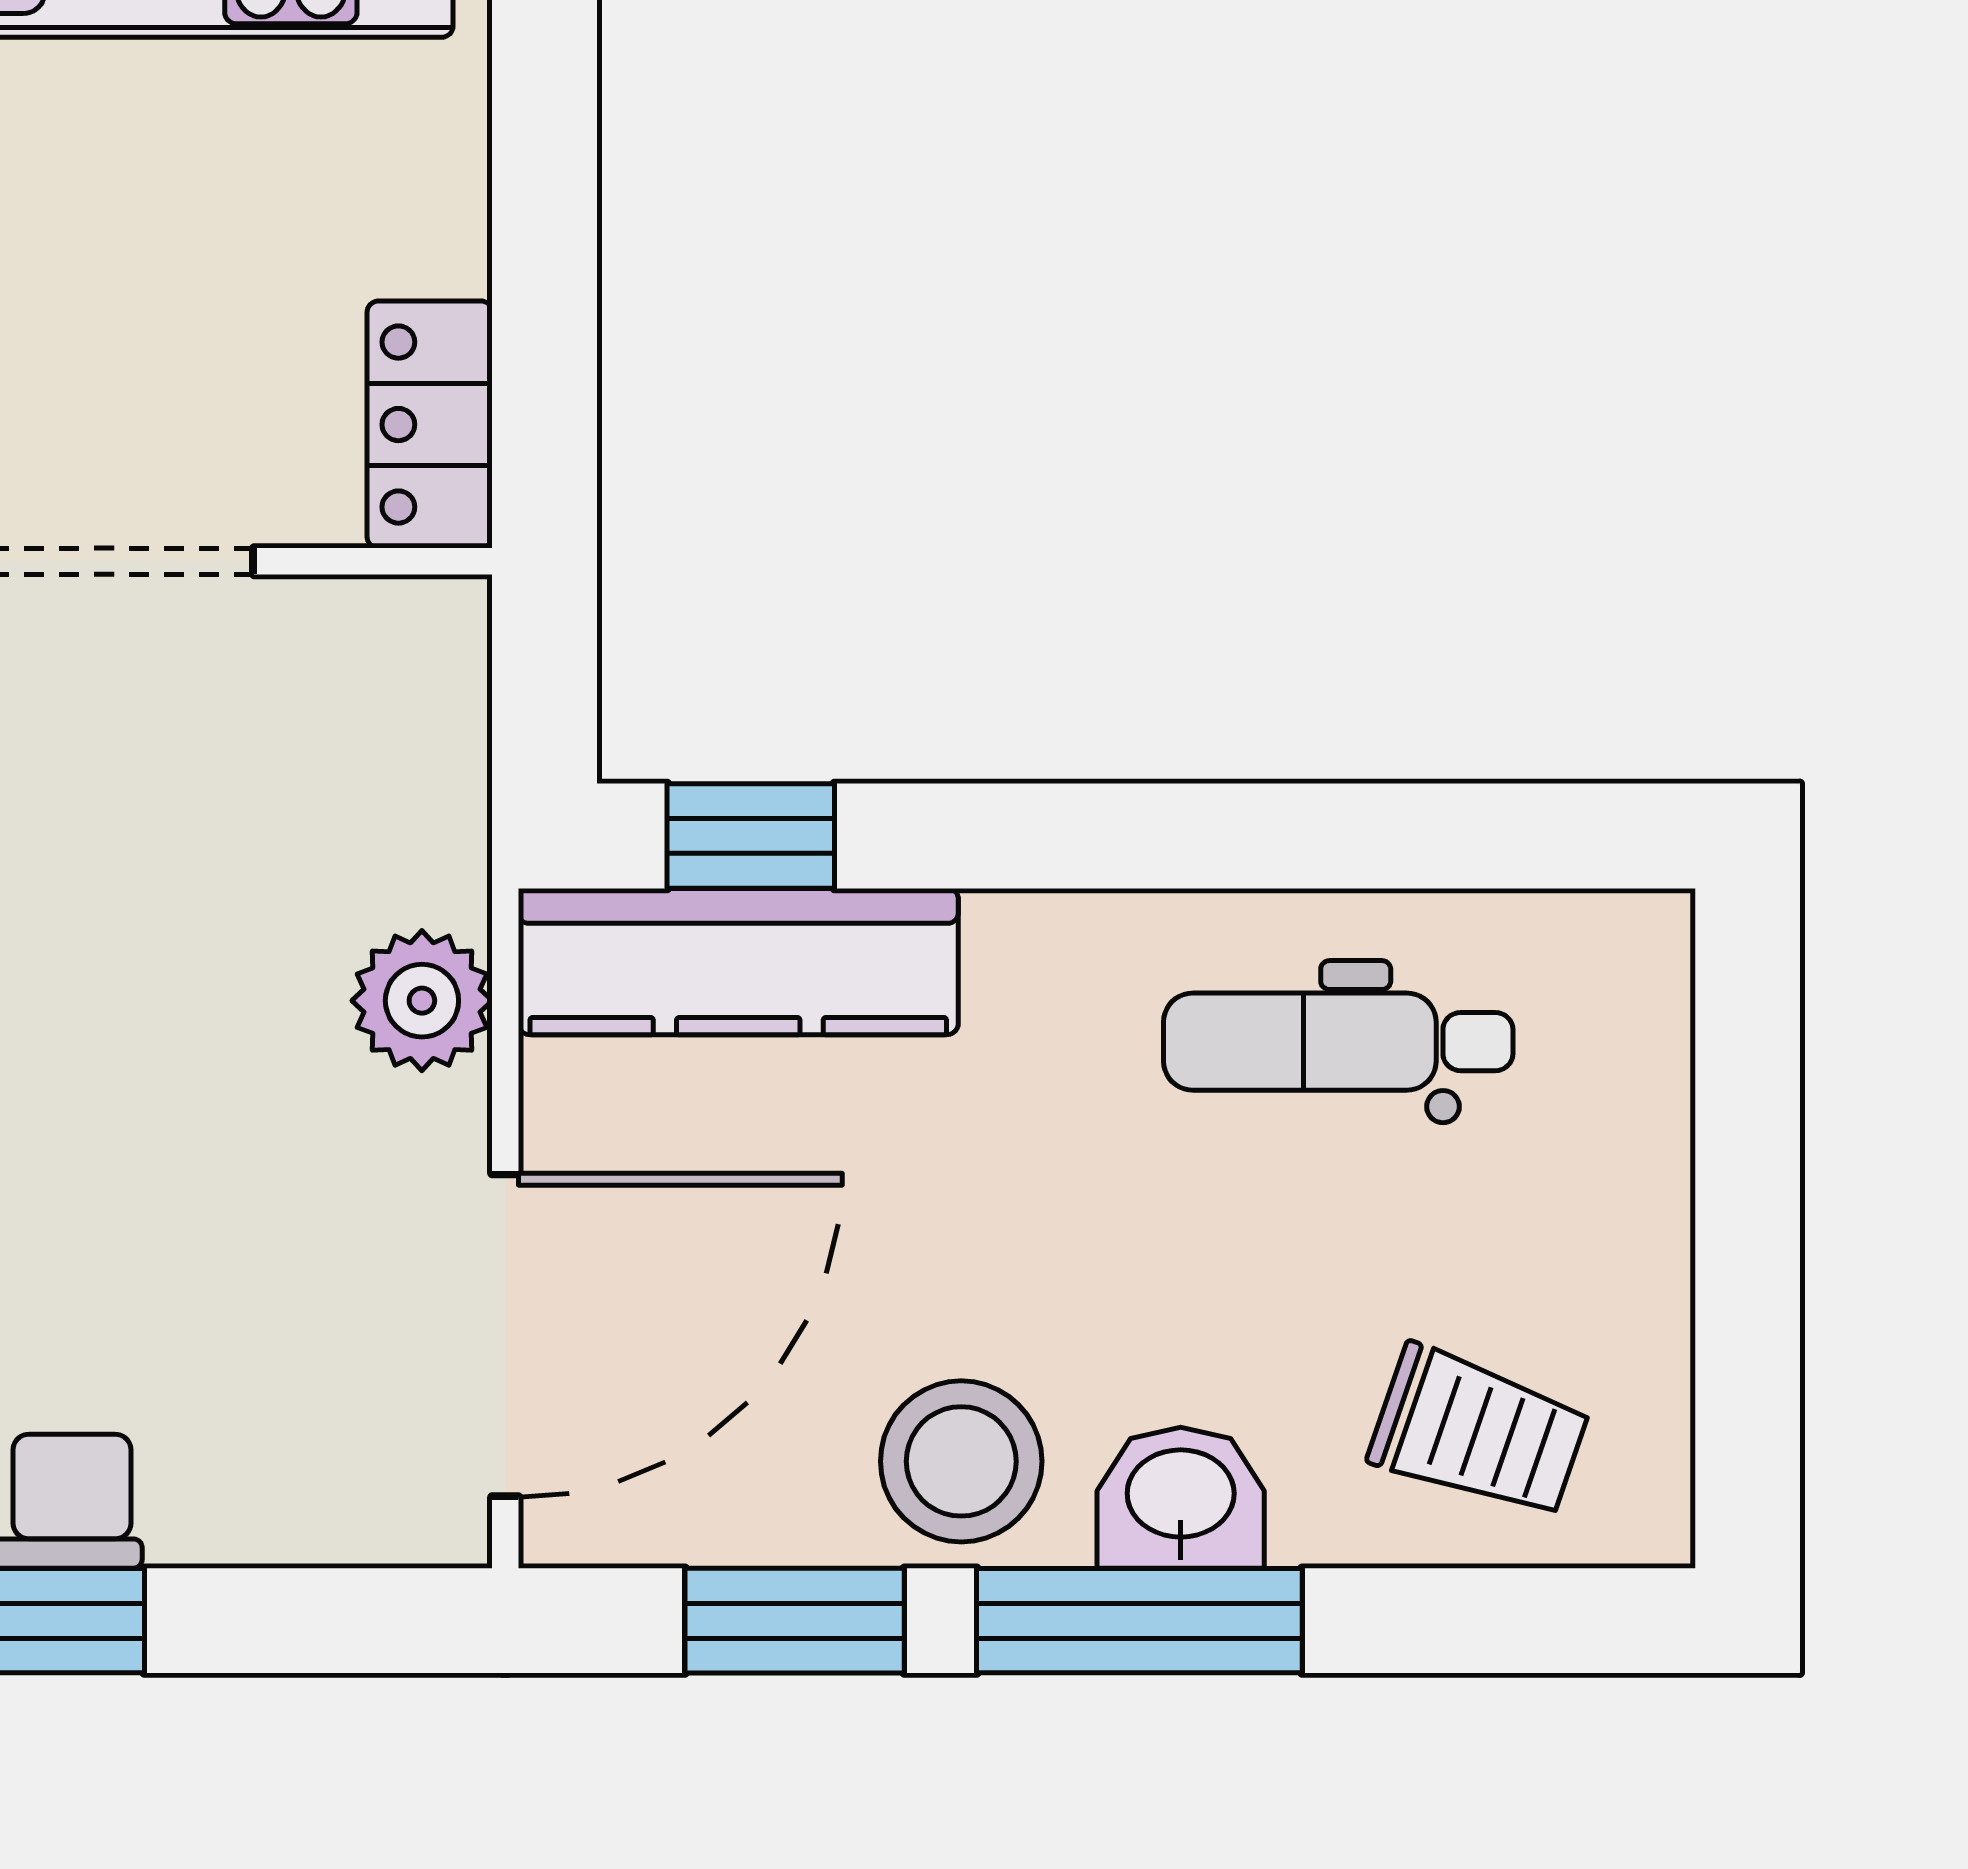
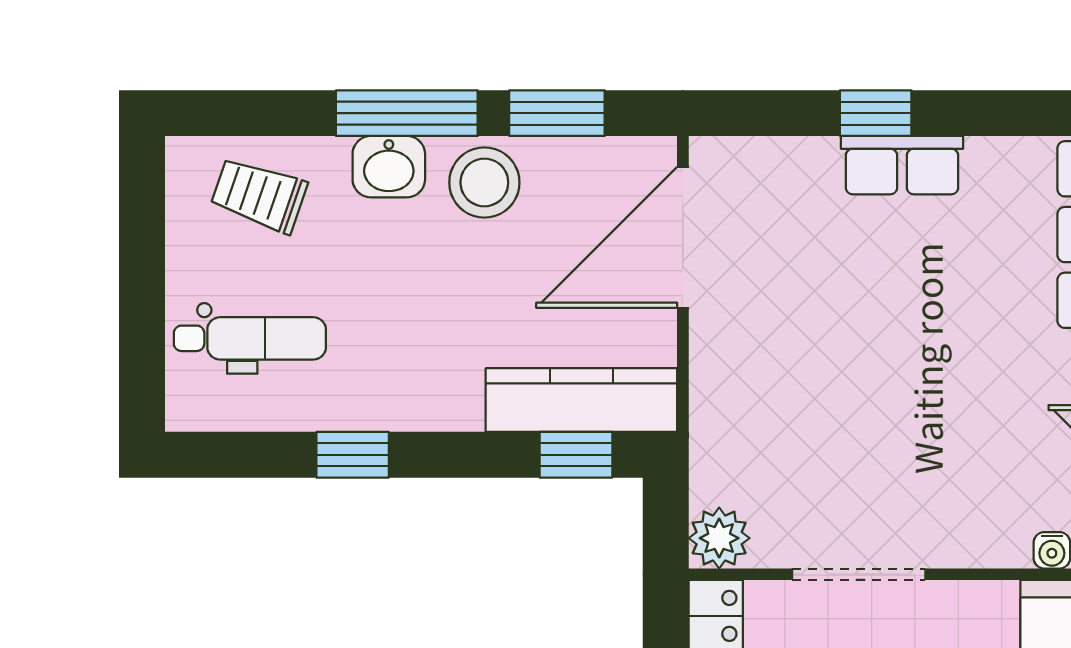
window: (1264, 836) -> (353, 455), added
plant: (422, 1001) -> (719, 538), moved
dental chair: (1338, 1042) -> (250, 338), moved

